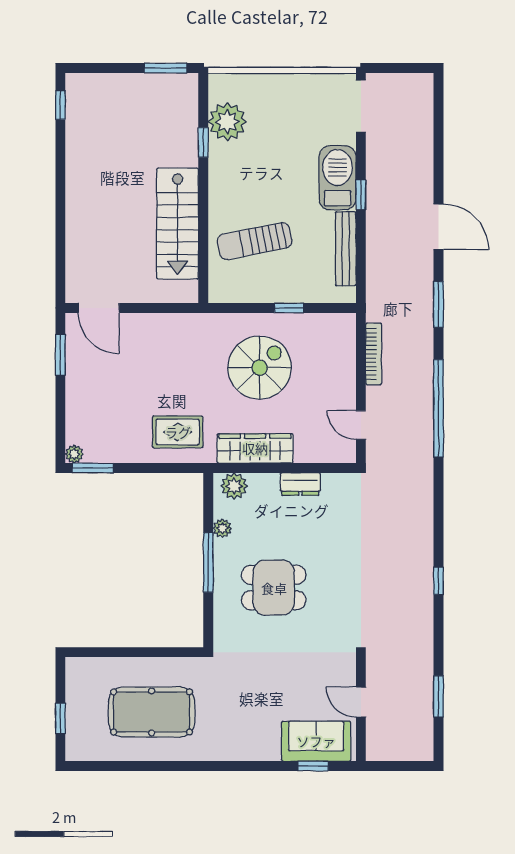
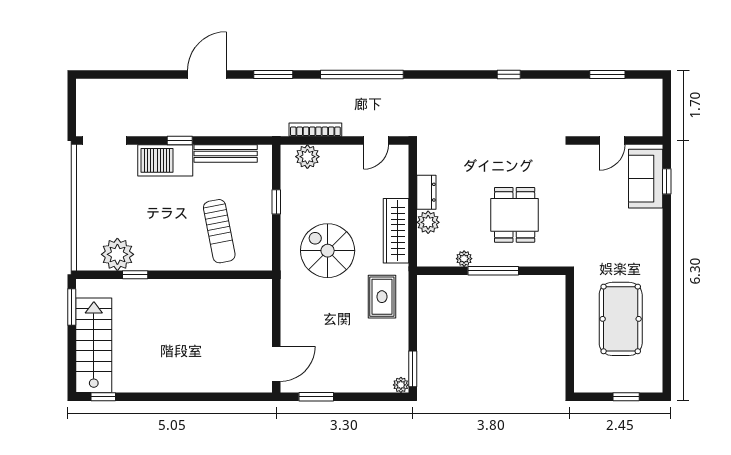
stairs: (178, 224) -> (94, 345), moved, turned -90
plant: (342, 345) -> (307, 157), added
spiral stairs: (260, 368) -> (328, 251), moved
plant: (234, 486) -> (428, 222), moved

